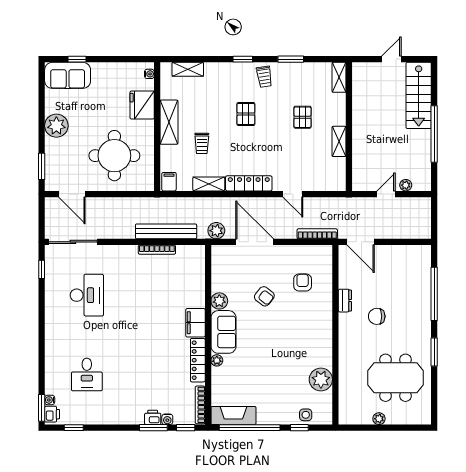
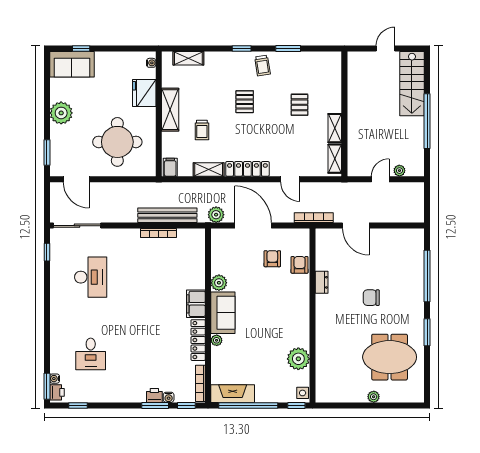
shelving: (339, 77) -> (335, 159), moved
armchair: (264, 296) -> (272, 259), moved, turned -128
dresser: (345, 301) -> (322, 282), moved
wall: (335, 335) -> (312, 316), moved
plant: (321, 380) -> (298, 359), moved

